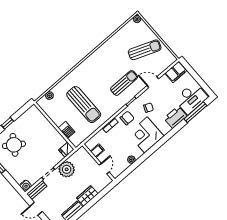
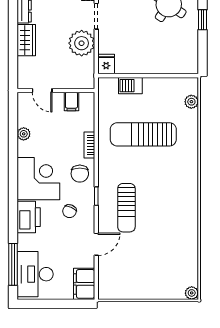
sun lounger: (145, 50) -> (145, 269), removed
printer: (175, 117) -> (29, 217), moved

